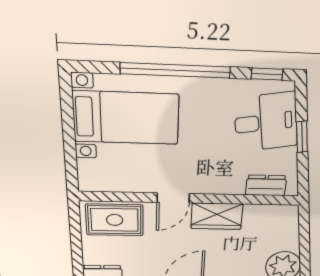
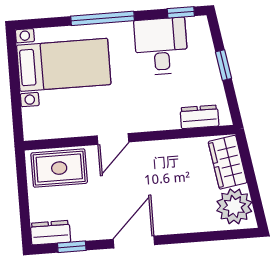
window: (176, 70) -> (103, 18), width x0.68
desk: (266, 122) -> (161, 46), moved, turned -81
wardrobe: (217, 216) -> (228, 162), moved, turned 81

